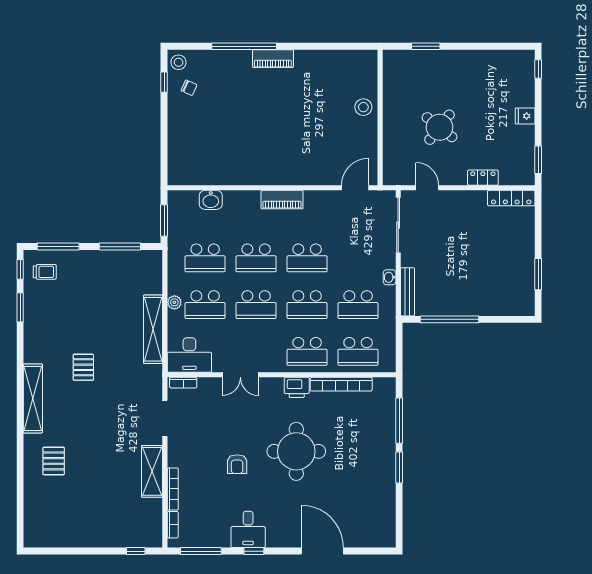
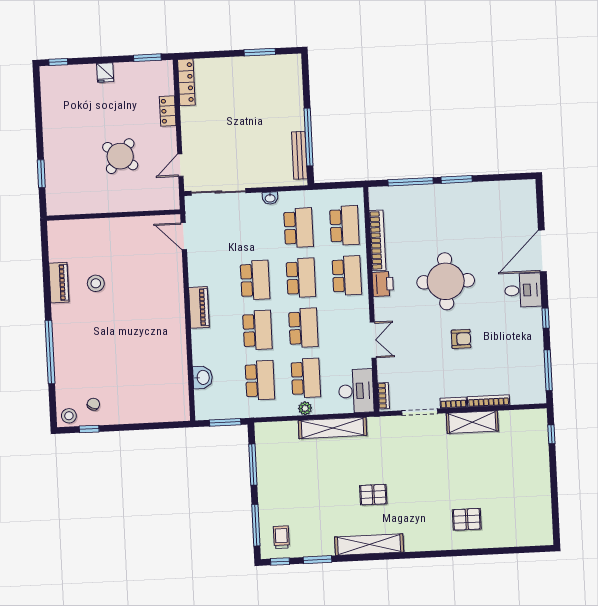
piano: (273, 59) -> (59, 283), moved
stool: (363, 107) -> (96, 283), moved
bench: (408, 292) -> (299, 155), moved, turned 90
shelving: (33, 398) -> (369, 545), moved
bookcase: (173, 525) -> (453, 403), moved
desk: (248, 529) -> (523, 290), moved

